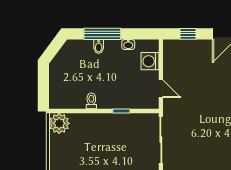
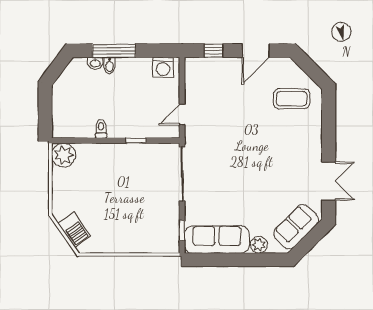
washbasin: (128, 45) -> (95, 63), moved
washing machine: (150, 61) -> (163, 67), moved, turned -90
door: (161, 89) -> (182, 115), swing flipped

